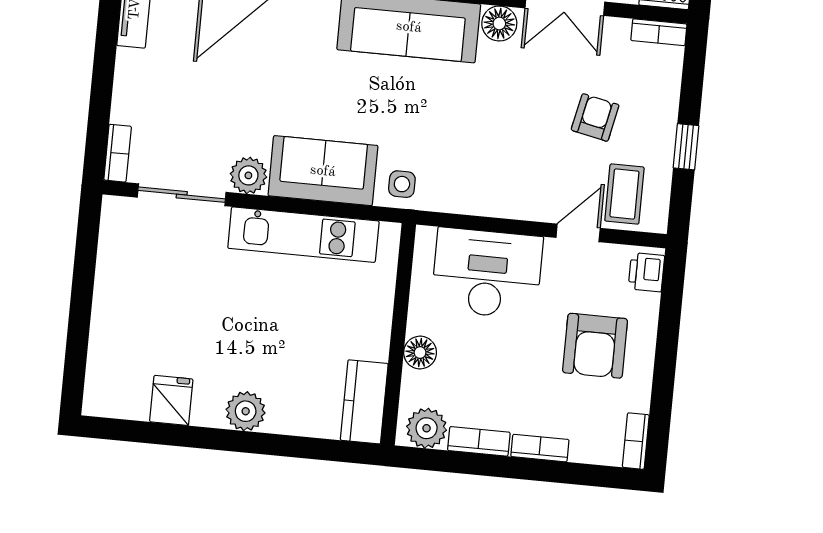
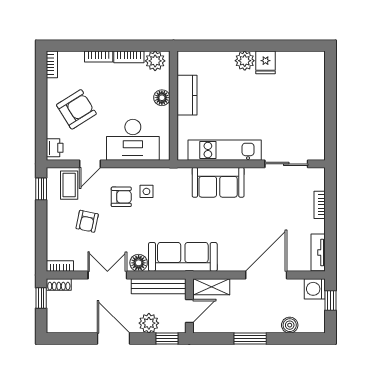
window: (686, 147) -> (41, 189), moved
bookcase: (118, 153) -> (320, 205), moved
armchair: (521, 160) -> (121, 197), added
plant: (248, 175) -> (254, 176), removed
side table: (402, 184) -> (146, 191), moved
armchair: (595, 346) -> (76, 109), turned 58
fridge: (171, 400) -> (265, 62), moved
kitchen counter: (364, 402) -> (187, 95), moved

